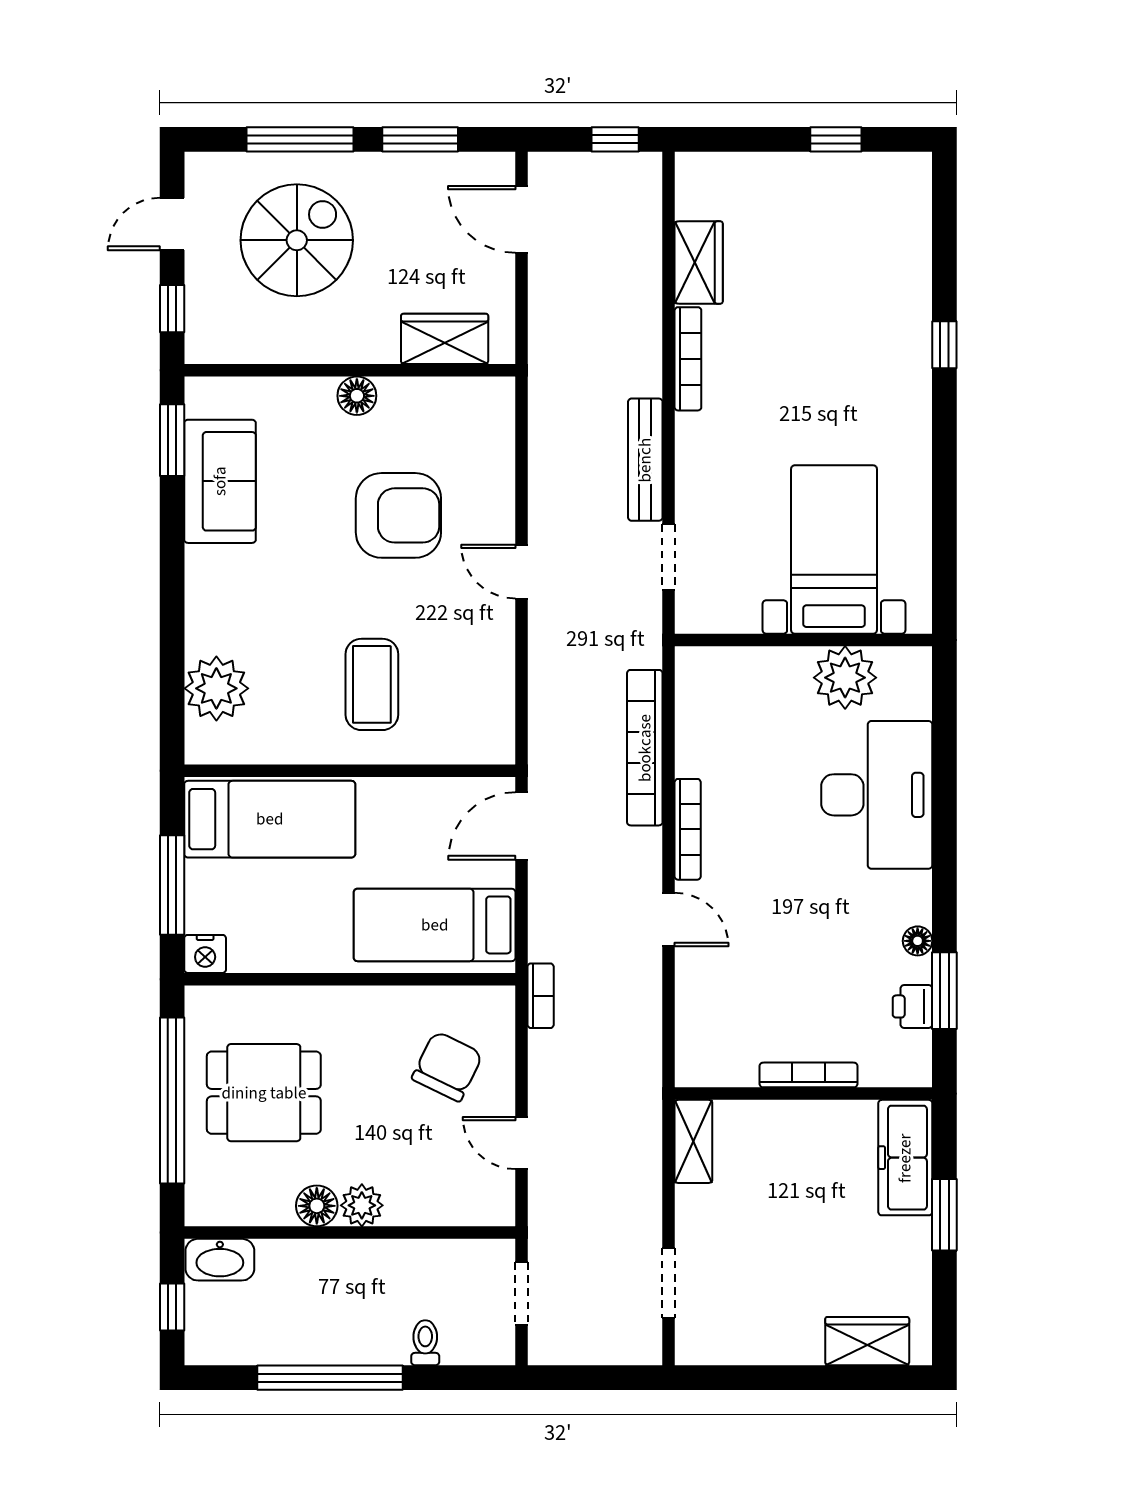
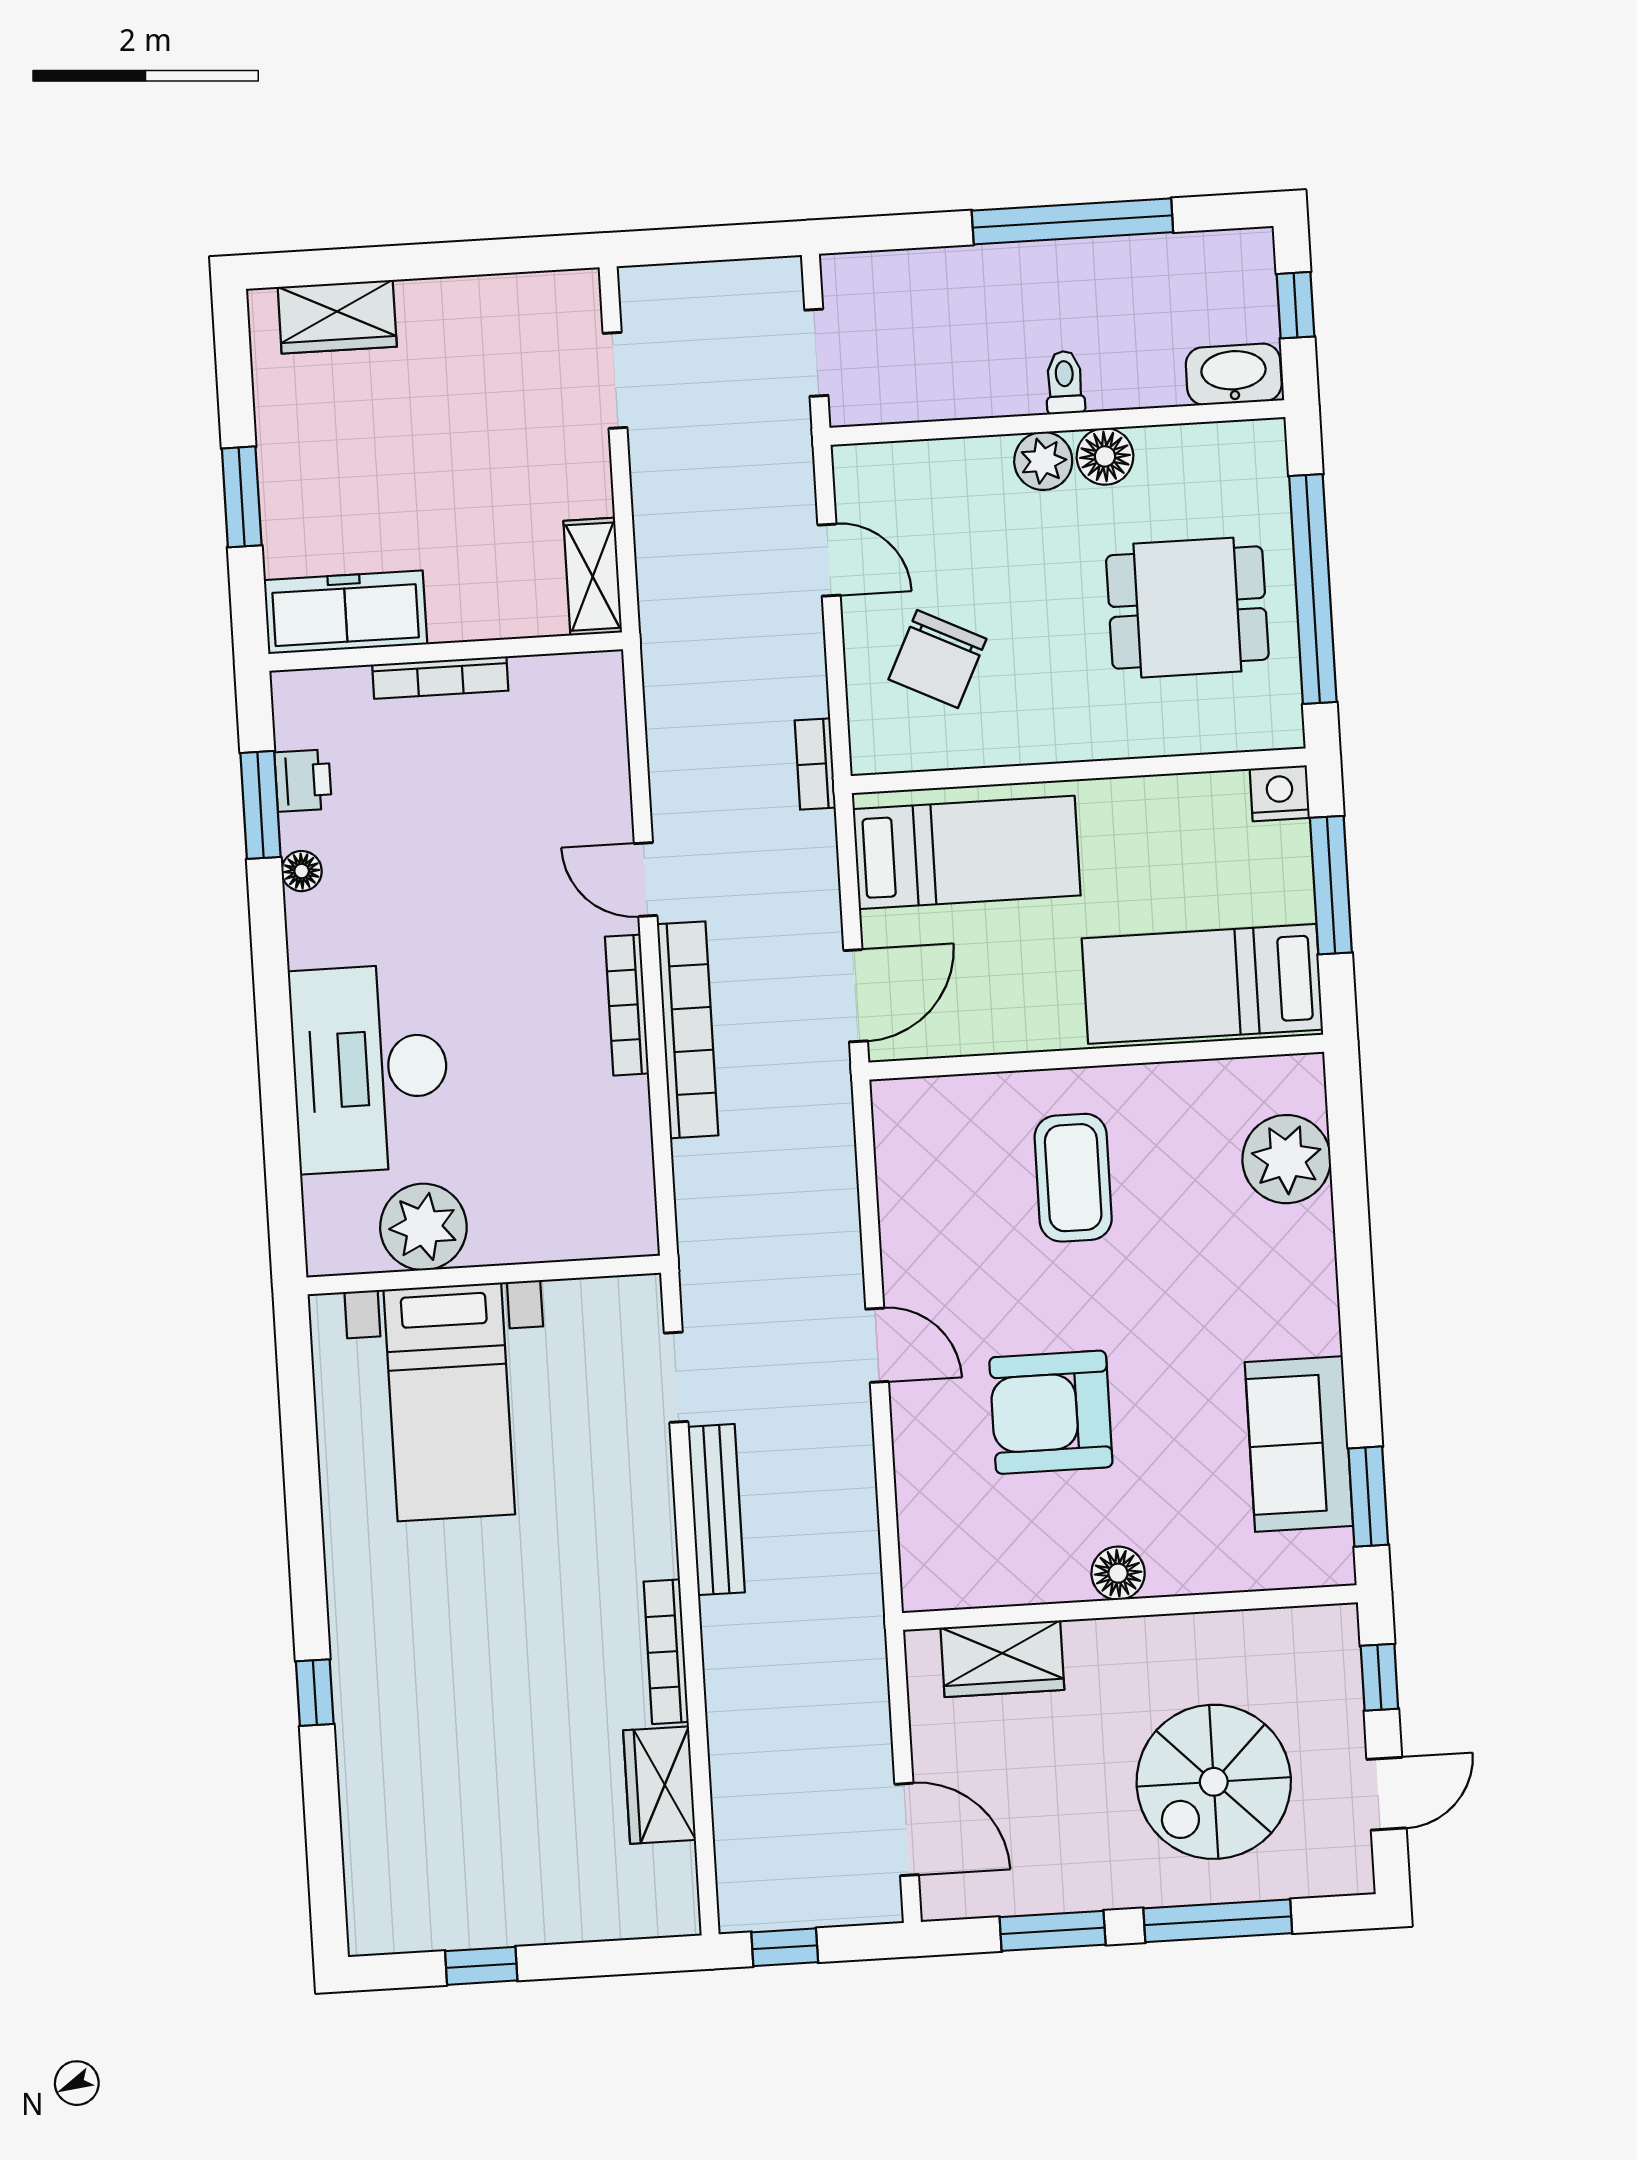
bookcase: (645, 748) -> (688, 1030), moved
freezer: (905, 1158) -> (345, 612), moved, turned -90
toilet: (425, 1343) -> (1065, 382), moved, turned 180

